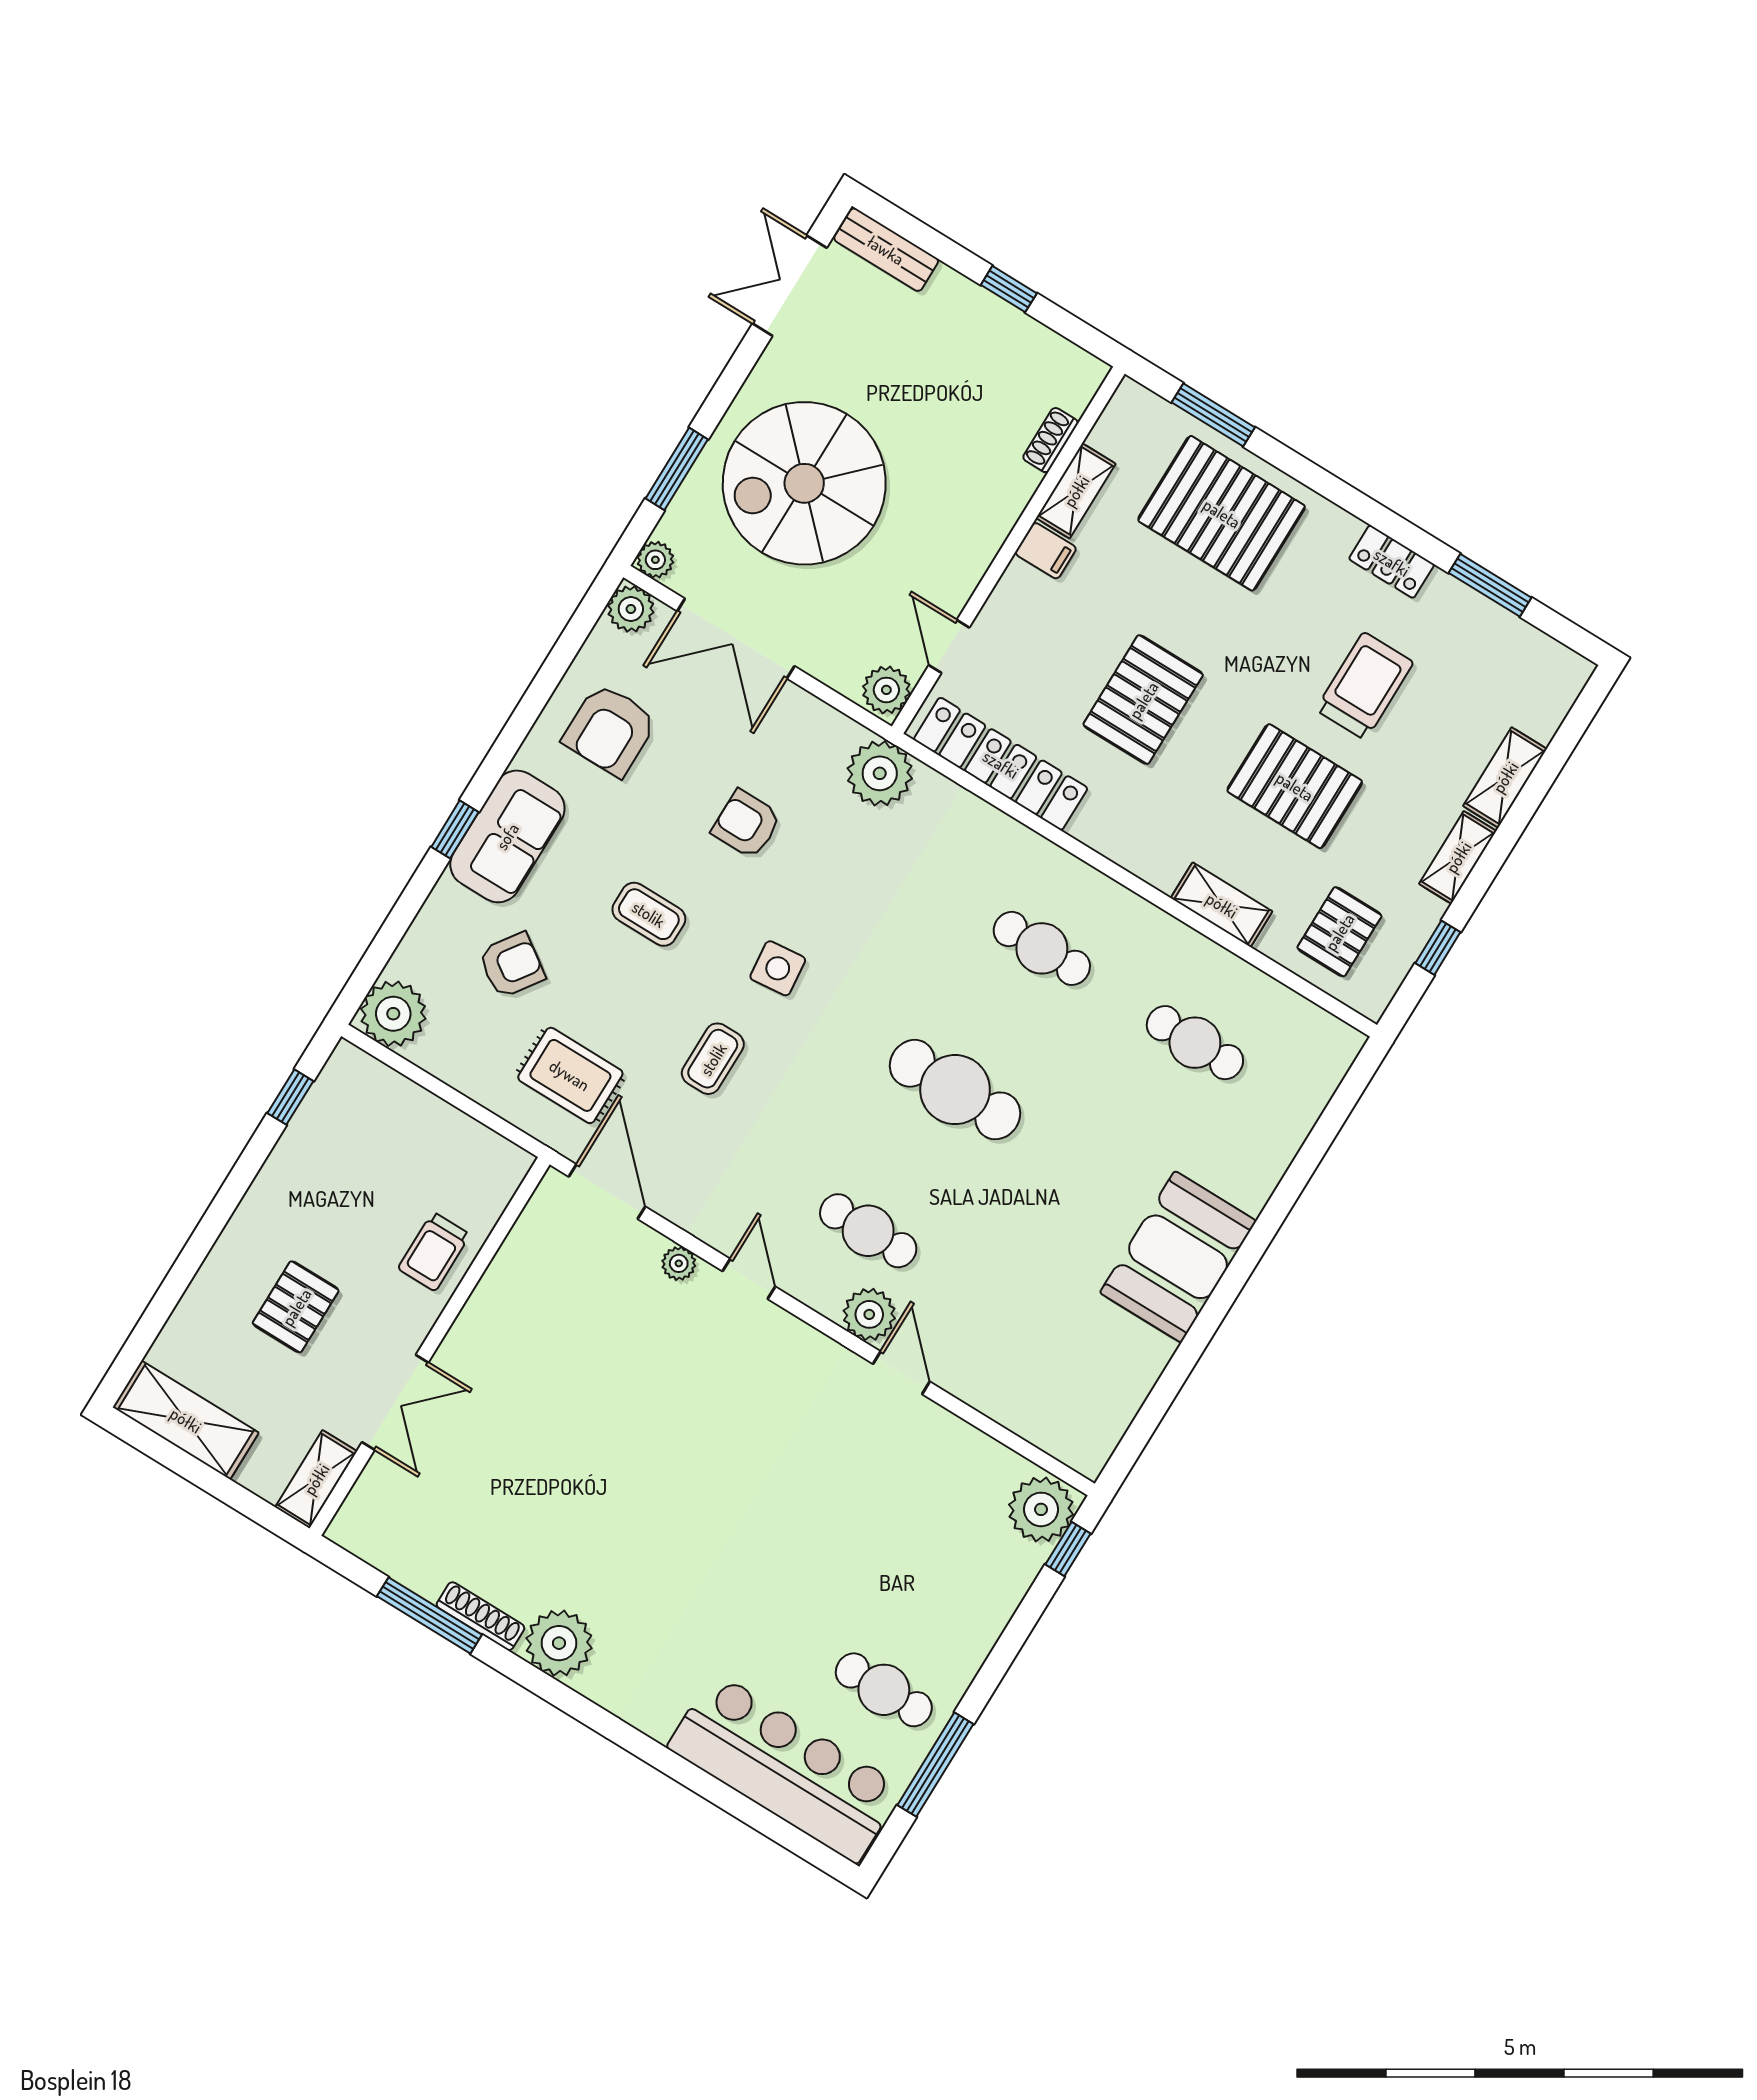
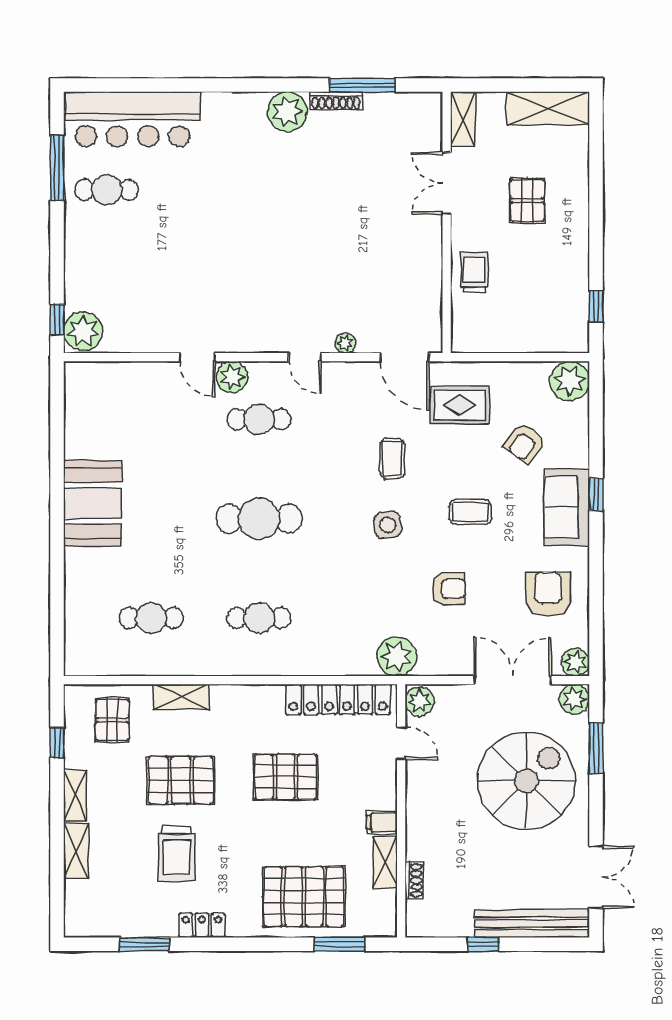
bench: (886, 250) -> (532, 923), width x1.86, depth x1.21
plant: (655, 560) -> (574, 699), width x1.38, depth x1.38
pallet: (1143, 700) -> (285, 777), turned 90

